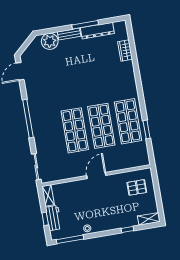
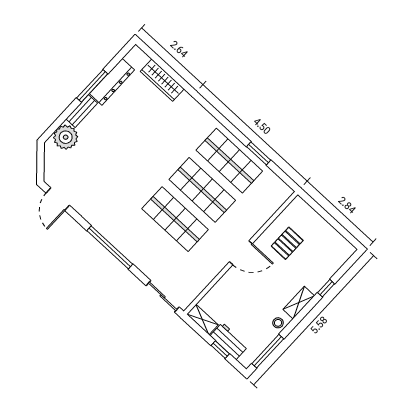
wardrobe: (125, 50) -> (162, 80), width x1.50
door: (96, 175) -> (241, 253), swing flipped
pallet: (137, 187) -> (287, 243), moved
shelving: (149, 219) -> (299, 303), moved

